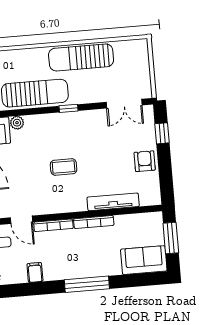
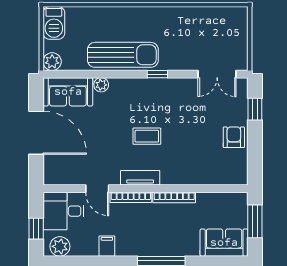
sun lounger: (81, 57) -> (175, 21), removed
tv unit: (113, 202) -> (140, 178), moved, width x0.71

